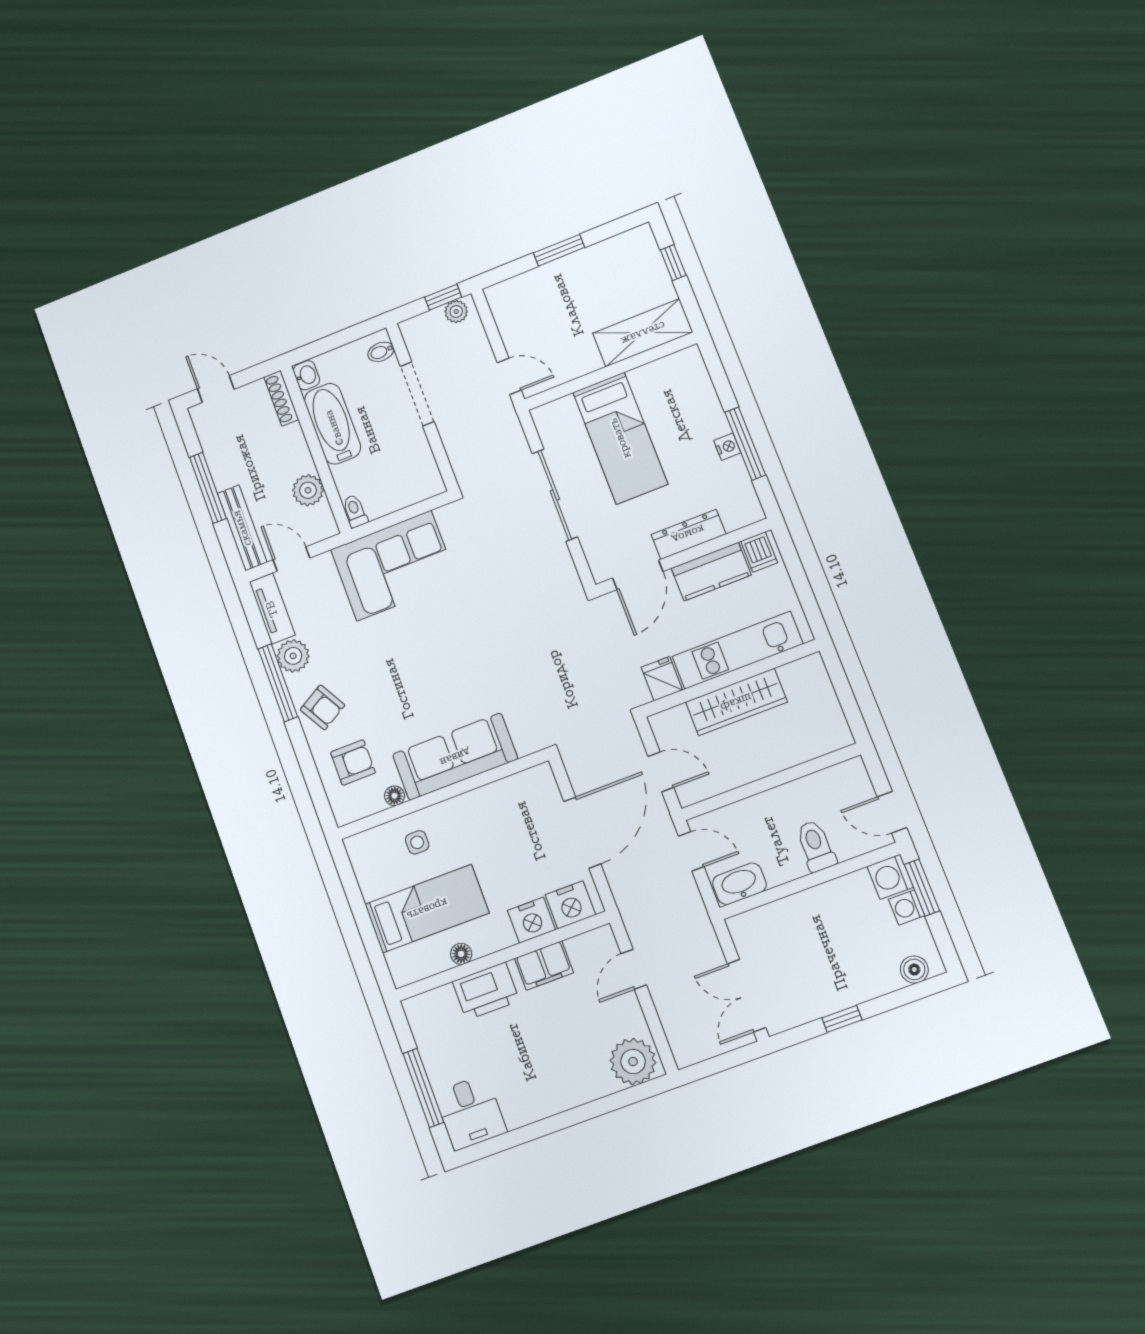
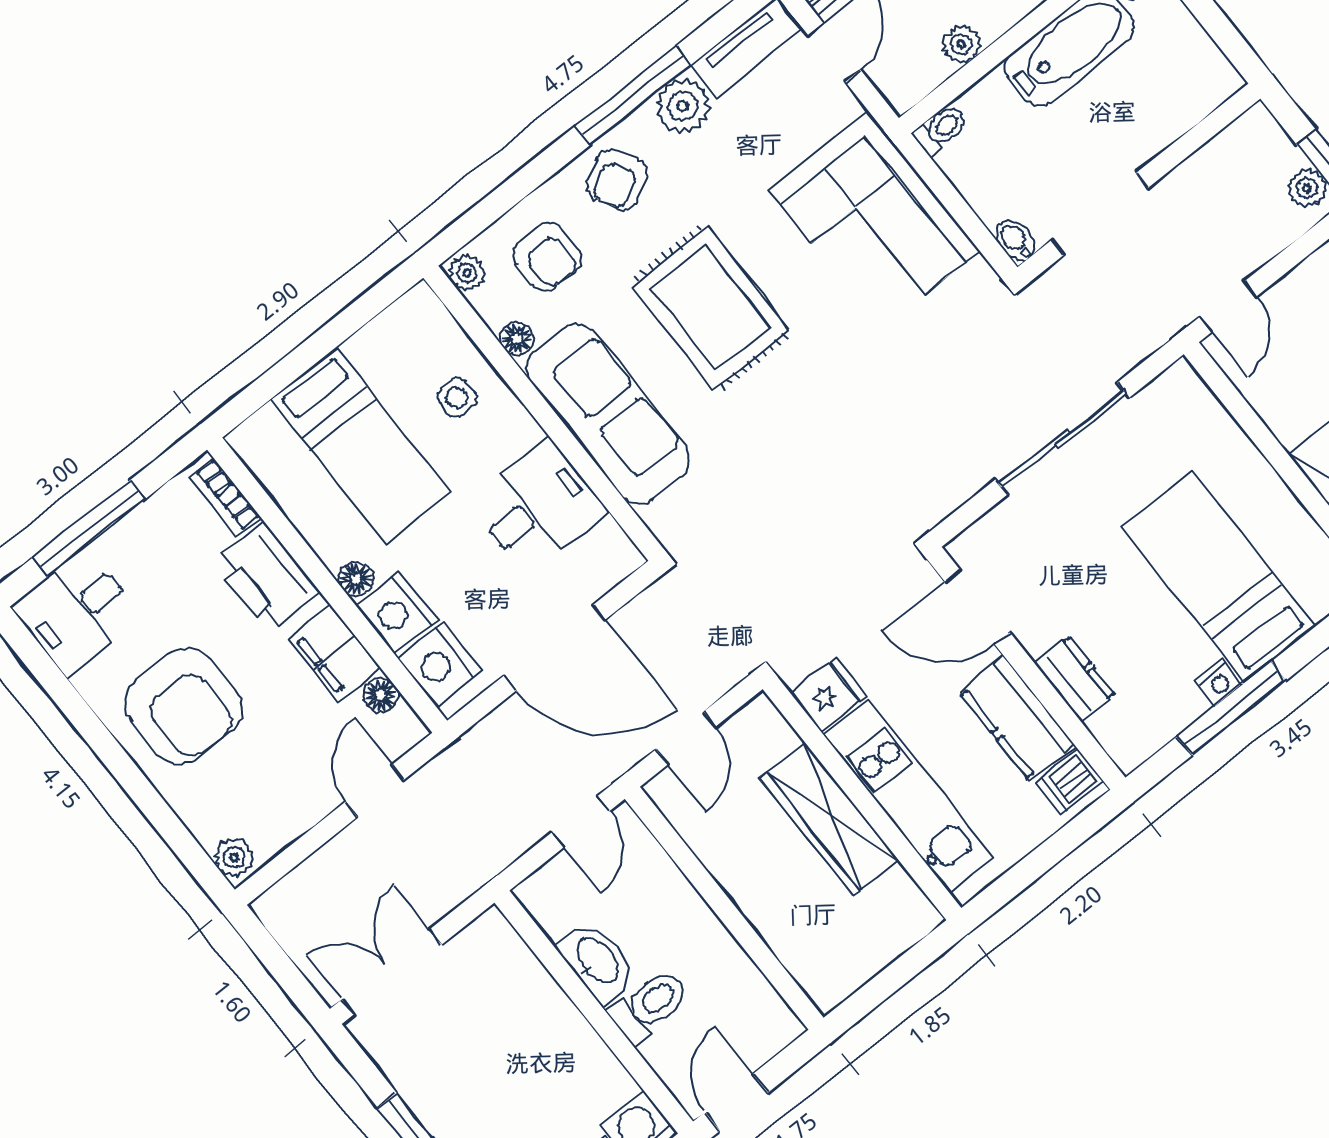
bidet: (381, 352) -> (1015, 240), moved
doorway: (417, 394) -> (1100, 214), moved
bed: (620, 438) -> (1219, 576), moved, turned 90
plant: (308, 490) -> (961, 44), width x0.73, depth x0.73
dresser: (688, 534) -> (1075, 679), width x0.70
rug: (413, 676) -> (711, 308), added
plant: (347, 813) -> (467, 273), added
desk: (496, 815) -> (538, 507), added
washbasin: (739, 884) -> (597, 961), moved
floor lamp: (578, 946) -> (381, 695), added
floor lamp: (461, 954) -> (356, 579), moved
door: (634, 969) -> (375, 791), hinge flipped
bookcase: (431, 1000) -> (225, 497), added
plant: (633, 1062) -> (234, 857), width x0.53, depth x0.53
armchair: (546, 1068) -> (183, 706), added

